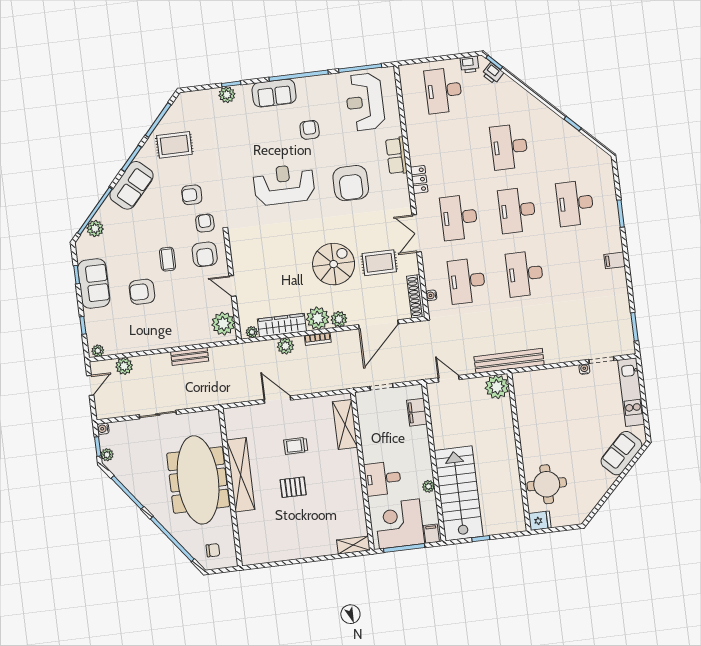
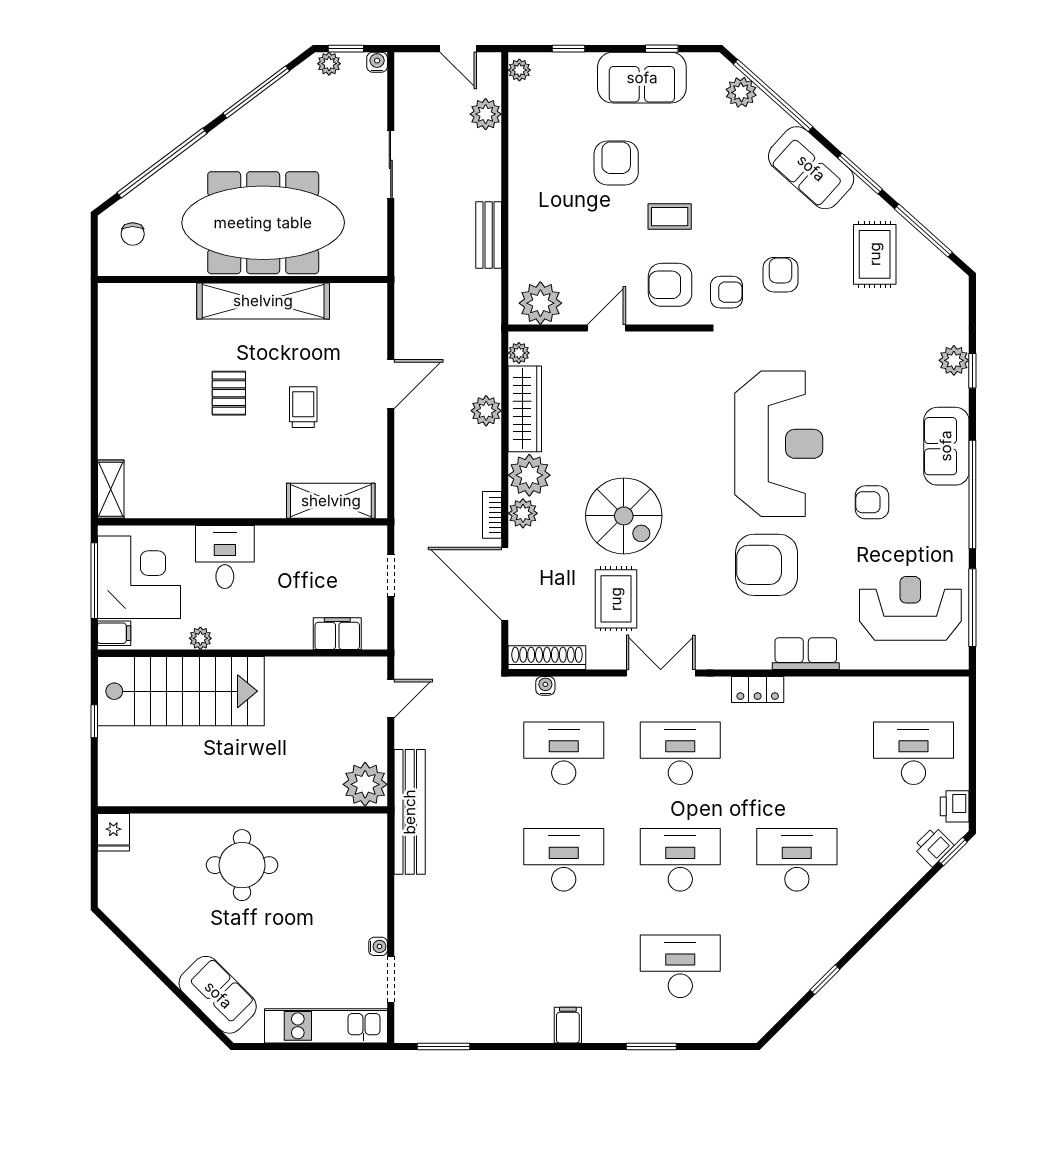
armchair: (310, 130) -> (872, 502), turned 180
reception desk: (284, 185) -> (779, 444), width x1.36, depth x1.30
bookcase: (318, 339) -> (492, 515), moved
round table: (547, 484) -> (242, 865), moved

